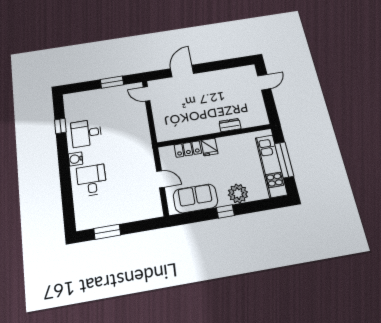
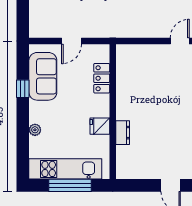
fridge: (209, 147) -> (100, 126), moved
plant: (238, 194) -> (35, 130), width x0.53, depth x0.53
window: (225, 211) -> (23, 89), moved

